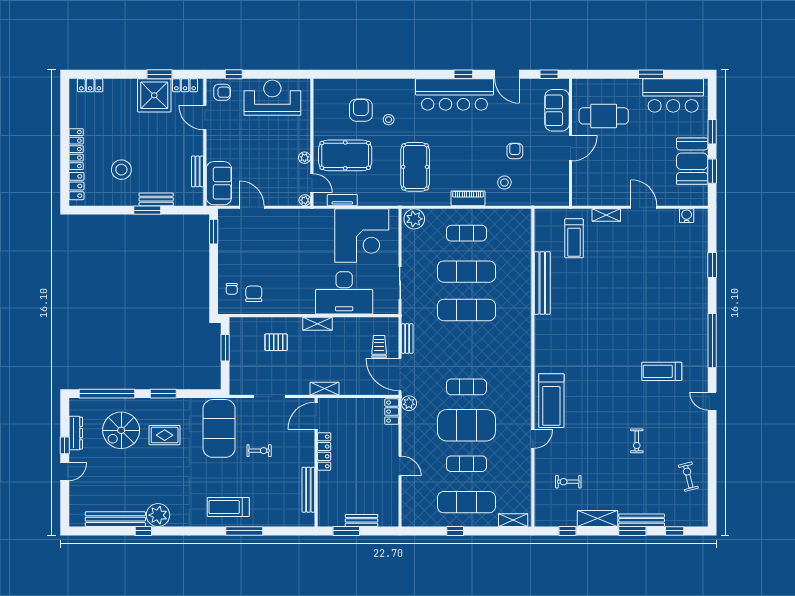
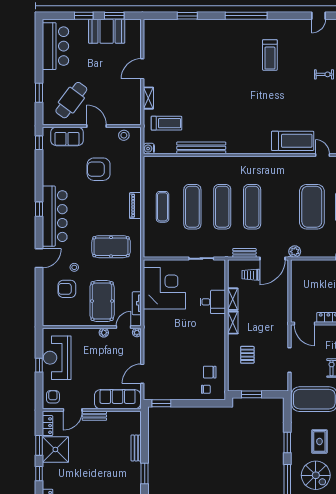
window: (123, 74) -> (39, 474), added
window: (234, 74) -> (39, 365), moved
door: (507, 74) -> (39, 258), moved
window: (651, 74) -> (39, 93), moved
cafe table: (604, 116) -> (71, 100), turned 37
armchair: (515, 151) -> (99, 169), width x1.88, depth x1.88
stool: (121, 170) -> (113, 475), removed
bench: (198, 171) -> (94, 416), moved
stool: (504, 182) -> (124, 135), moved
sofa: (219, 183) -> (118, 399), width x1.36
window: (147, 210) -> (145, 473), moved
water cooler: (687, 216) -> (149, 149), moved
plant: (414, 219) -> (151, 247), removed
desk: (344, 293) -> (213, 302), width x0.53, depth x0.77
exercise mat: (466, 387) -> (252, 207), moved, width x1.36, depth x1.45
shelving: (325, 389) -> (233, 299), moved
door: (712, 401) -> (318, 16), moved
locker: (392, 412) -> (301, 265), removed

